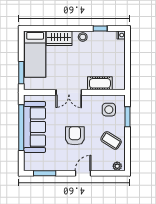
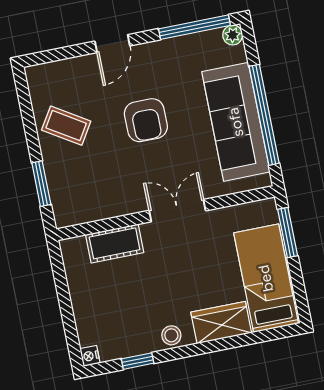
side table: (109, 110) -> (84, 191), removed
plant: (117, 166) -> (233, 35), moved
window: (45, 173) -> (195, 27), width x1.44

